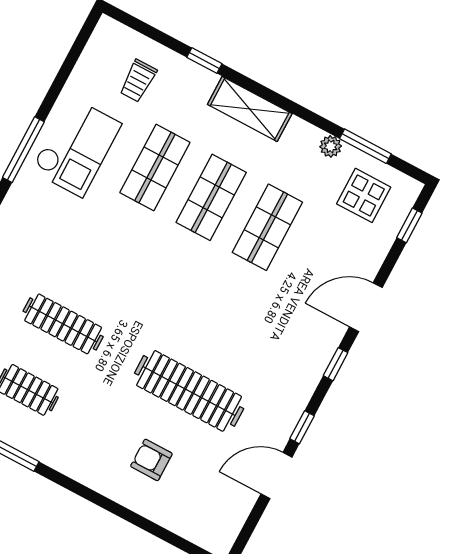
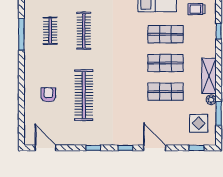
shelving: (250, 109) -> (209, 76), moved
door: (276, 475) -> (45, 148), moved

